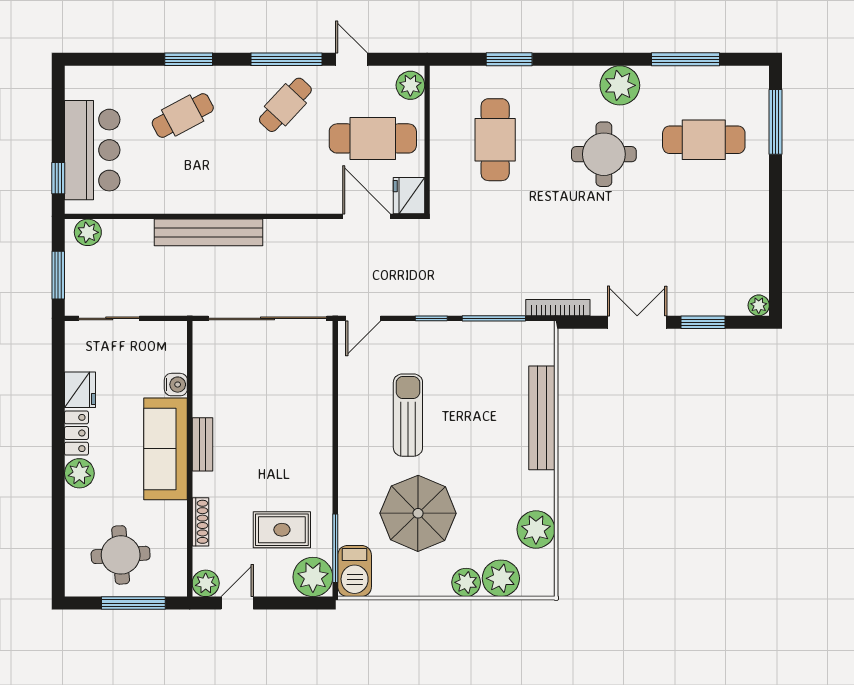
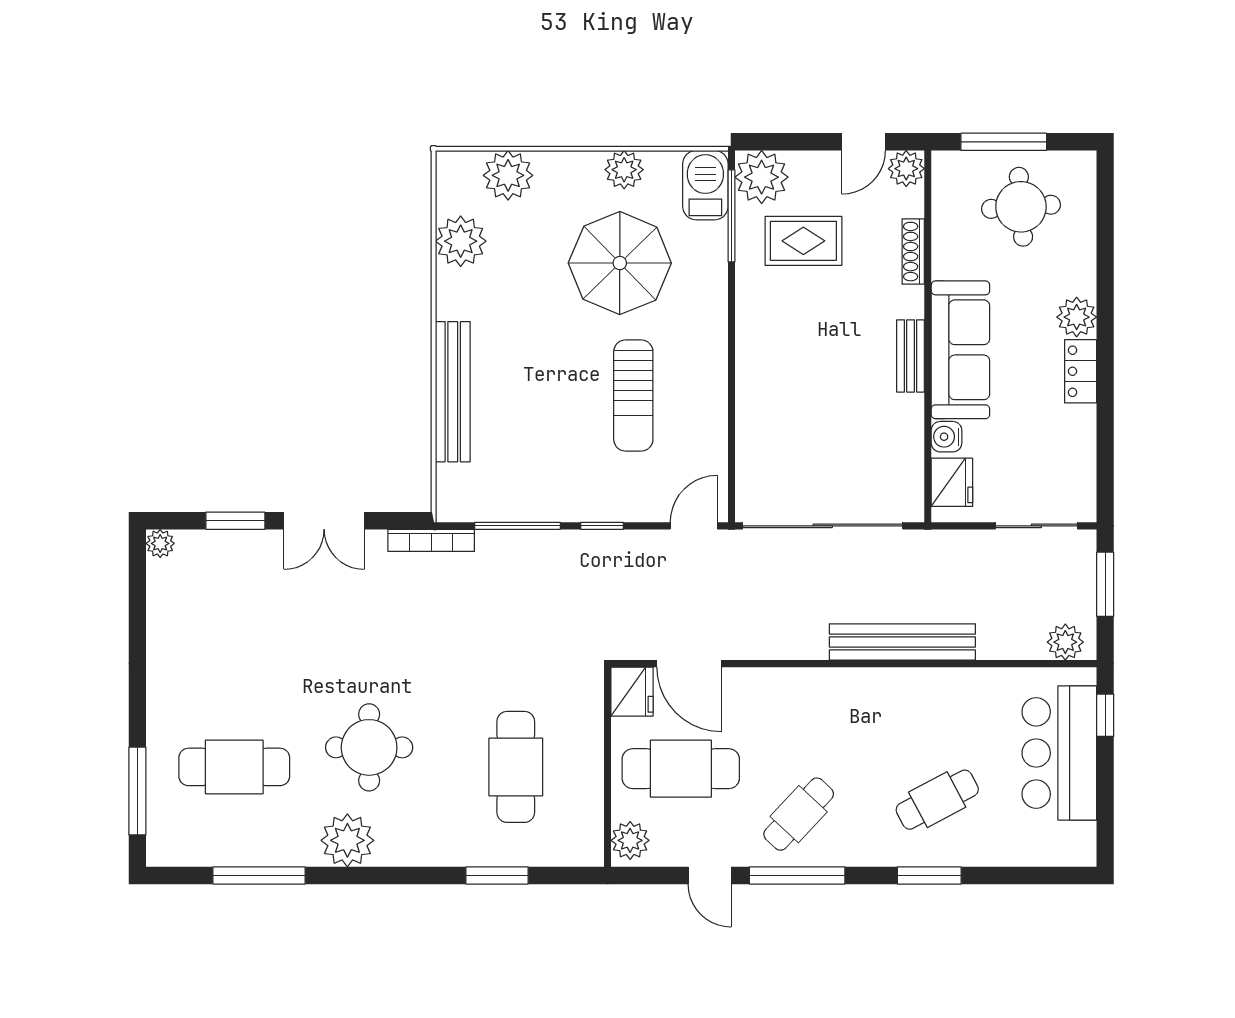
fridge: (80, 390) -> (952, 482), moved, turned 180
plant: (466, 582) -> (624, 170), moved

